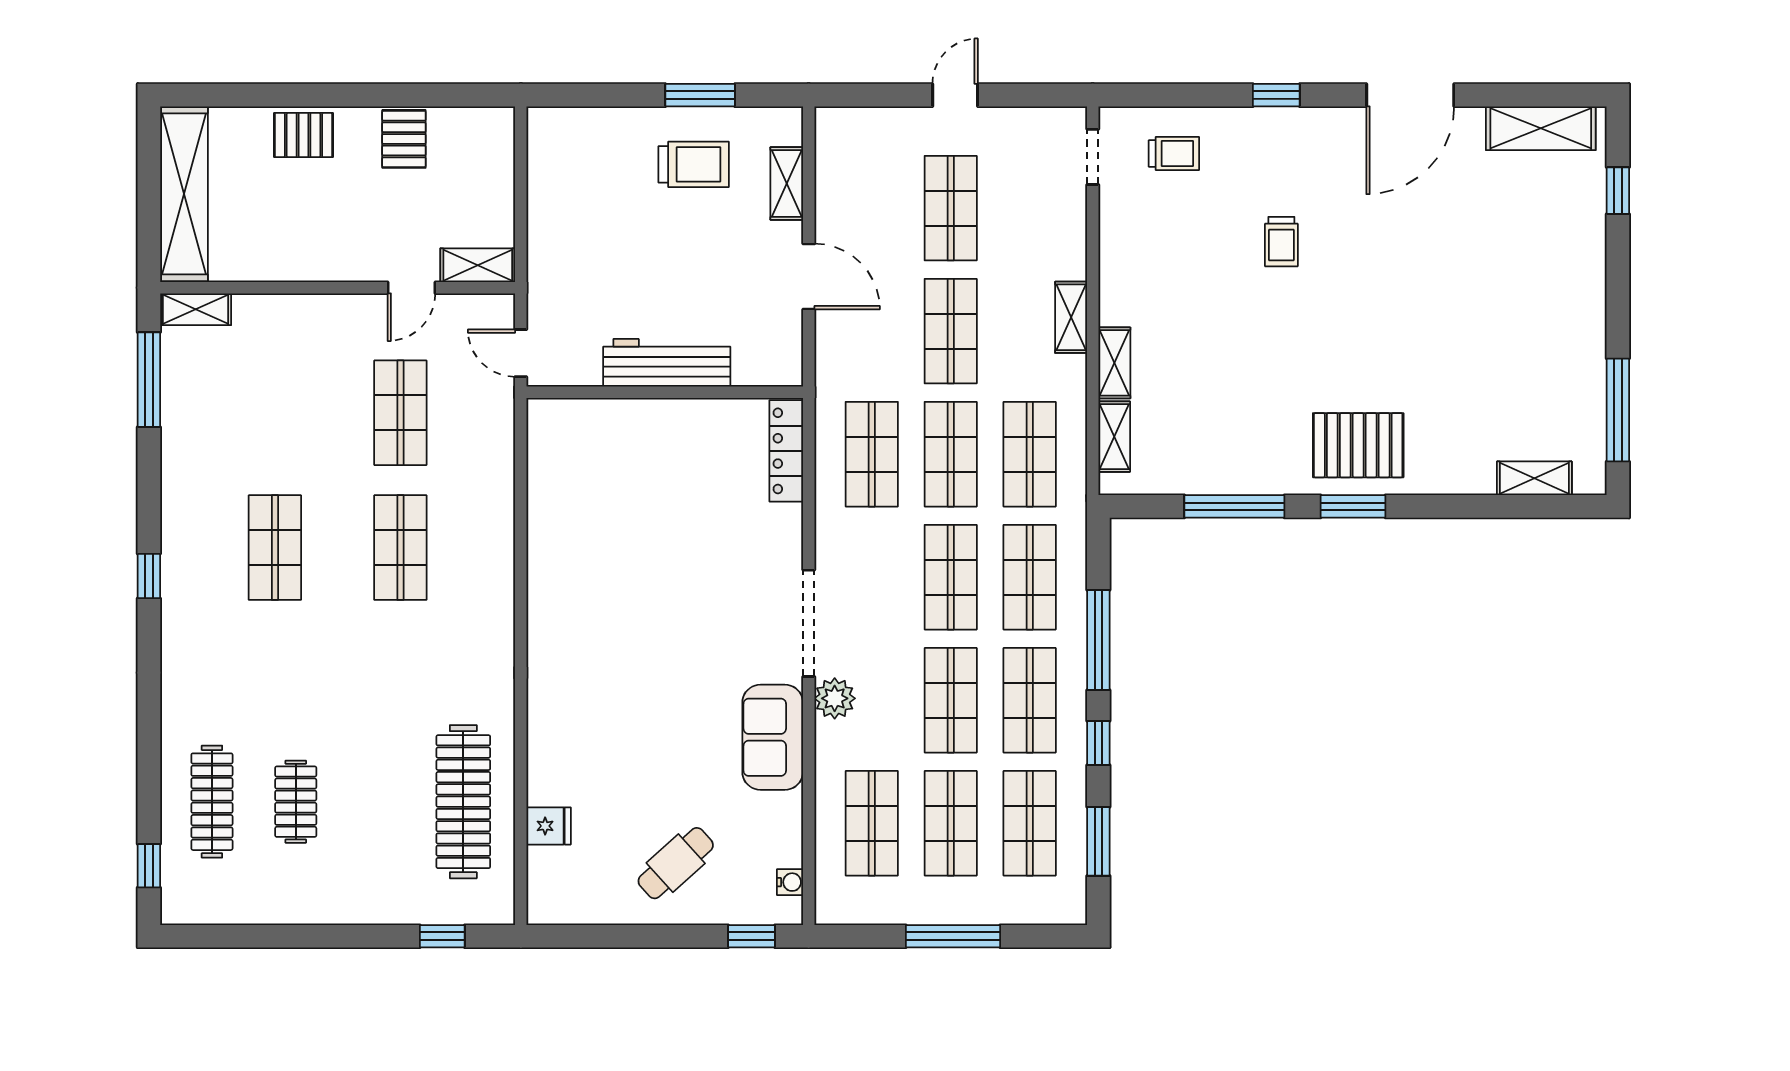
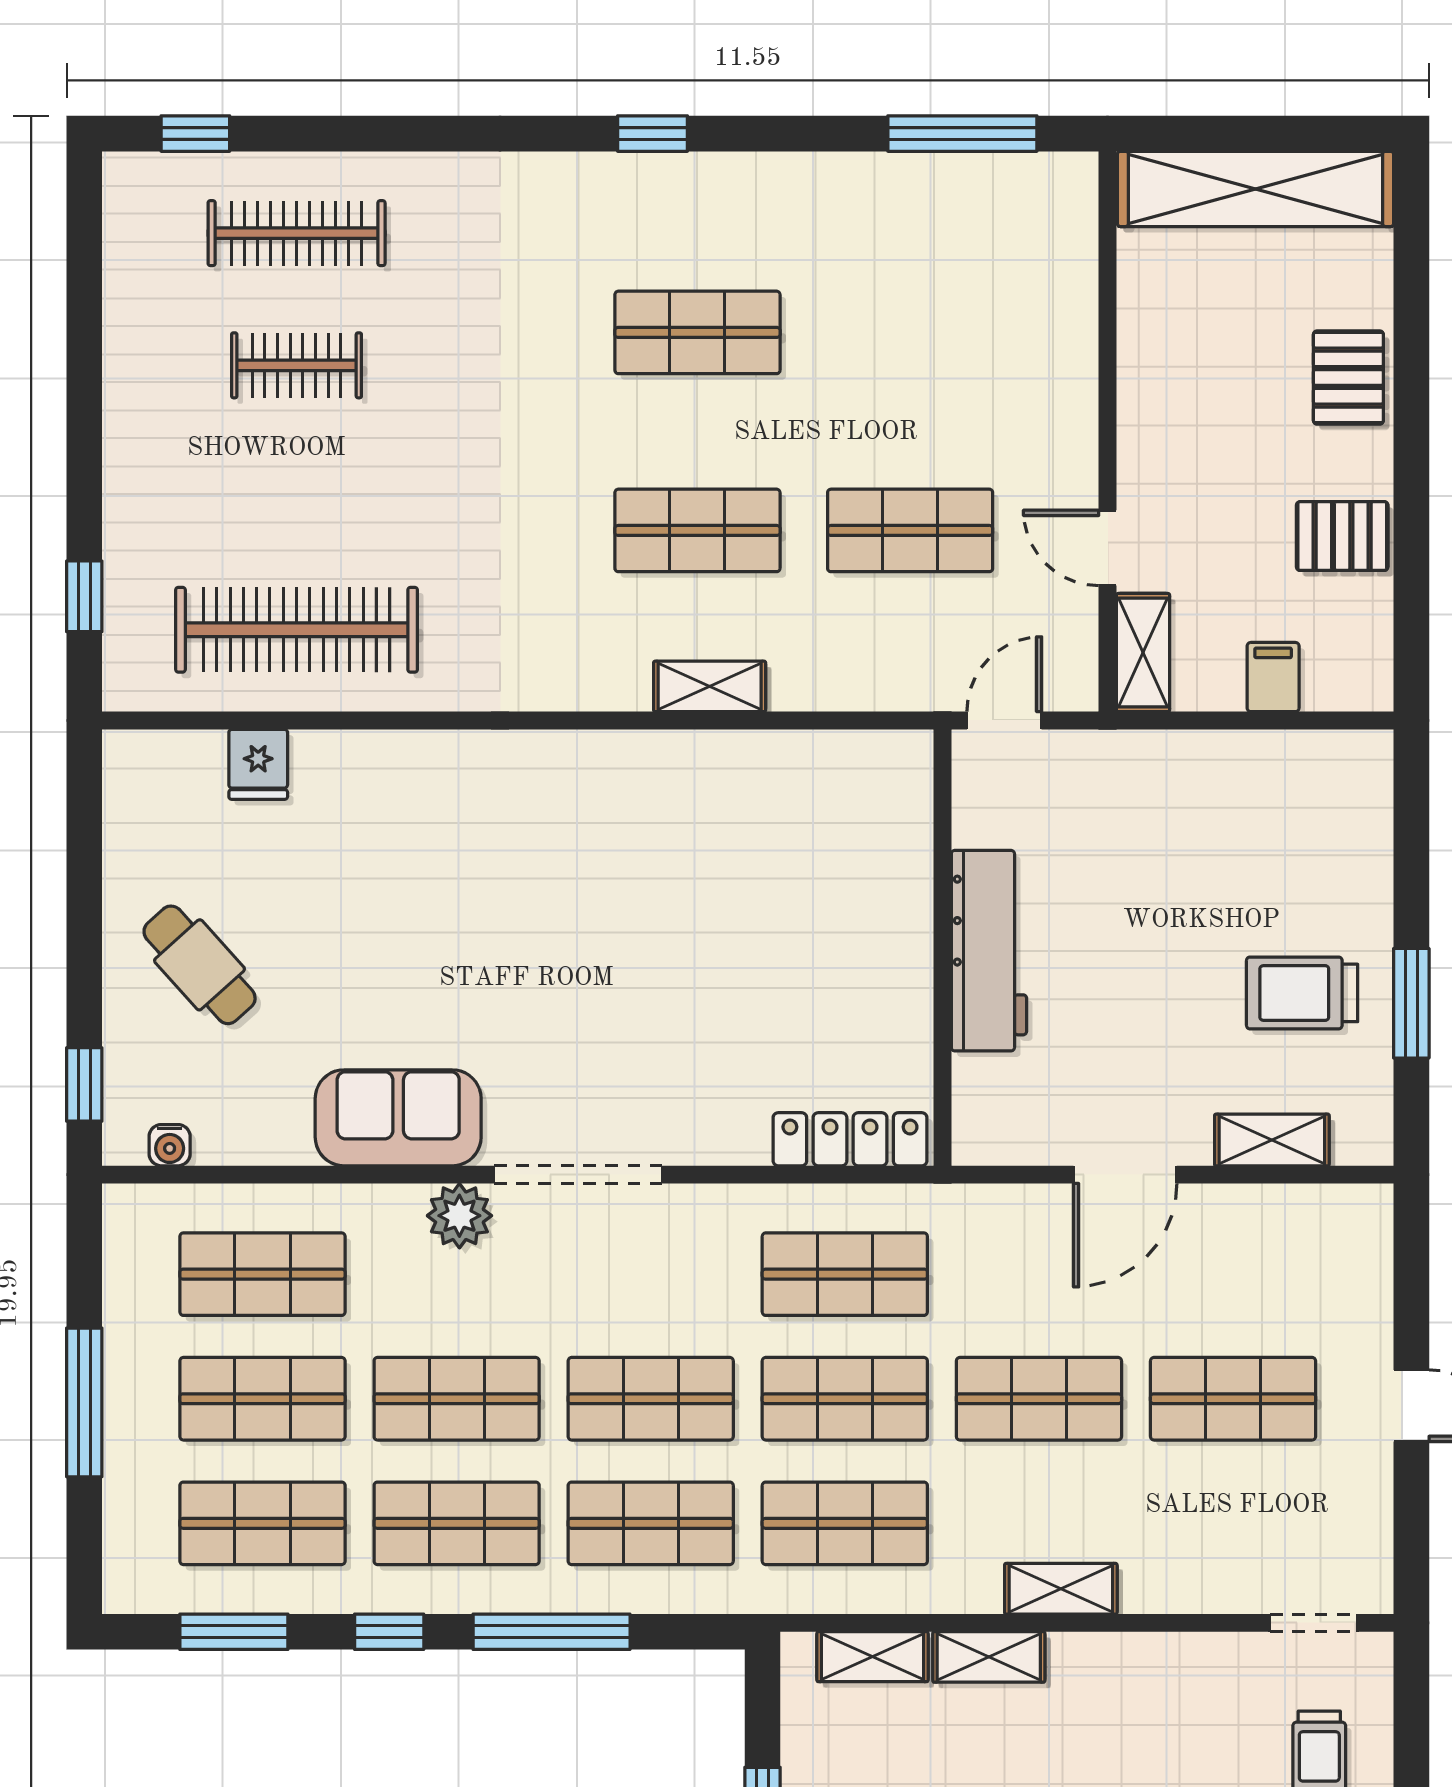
trolley: (694, 164) -> (1302, 993), turned 90
filing cabinet: (493, 183) -> (1273, 677), added
shelving: (196, 309) -> (710, 686), moved, turned 90

